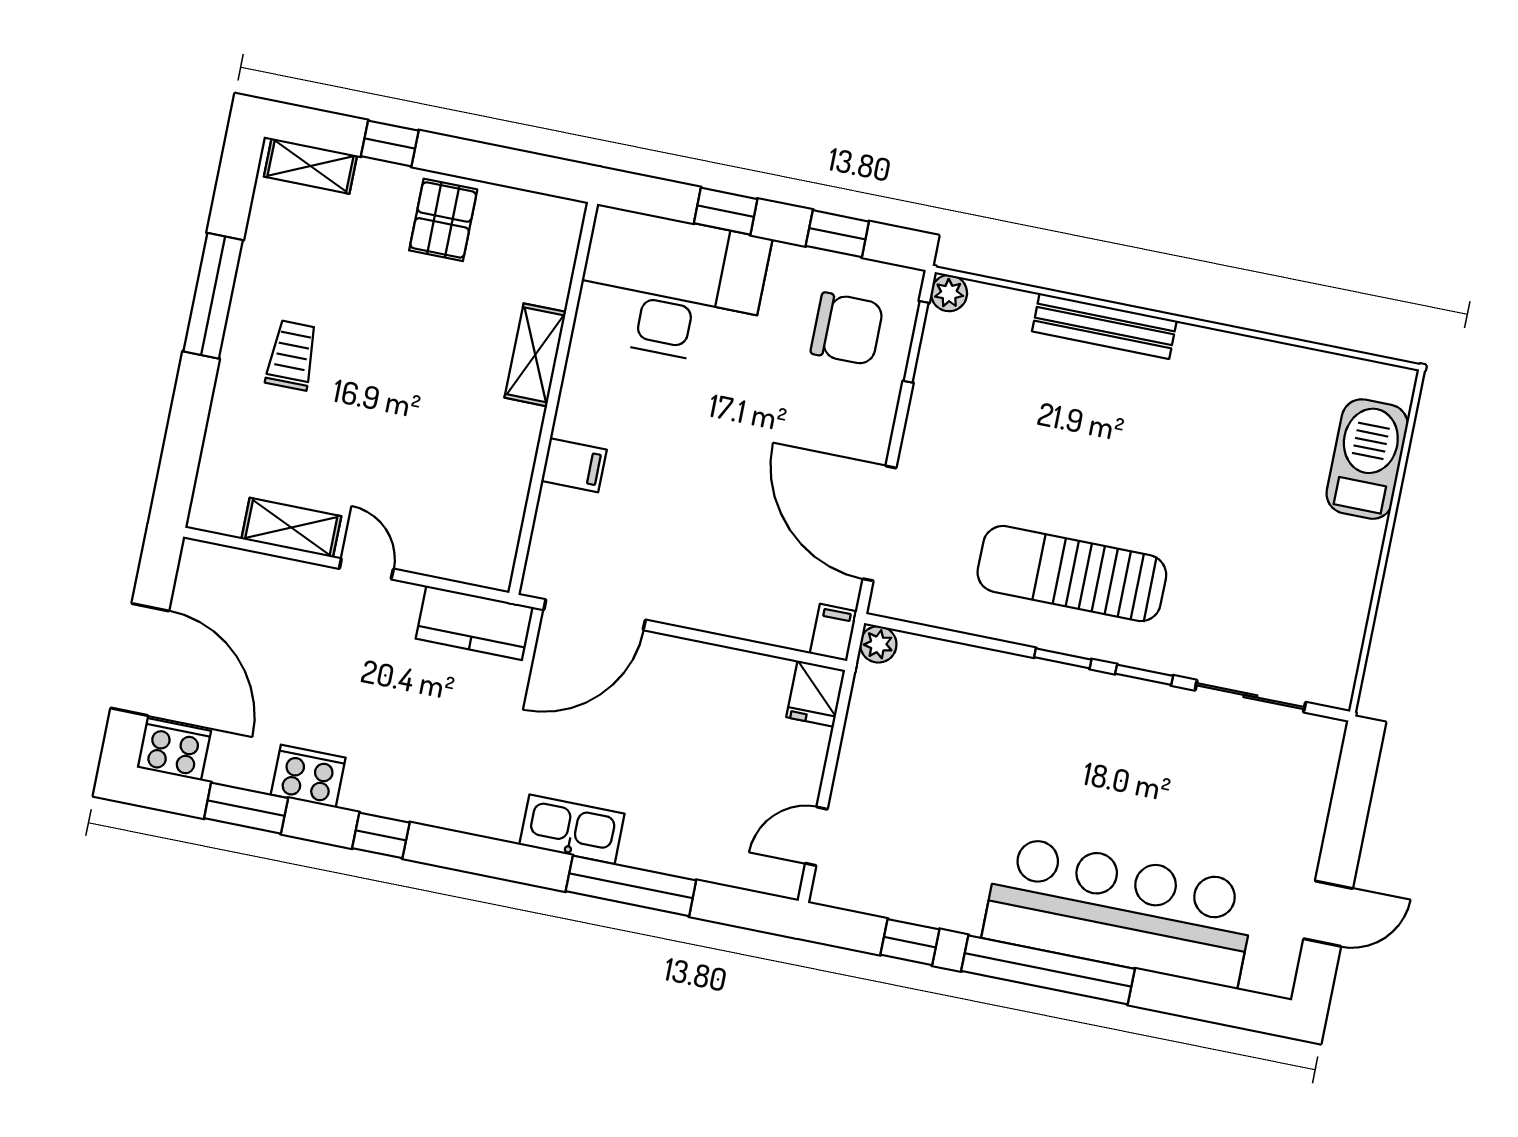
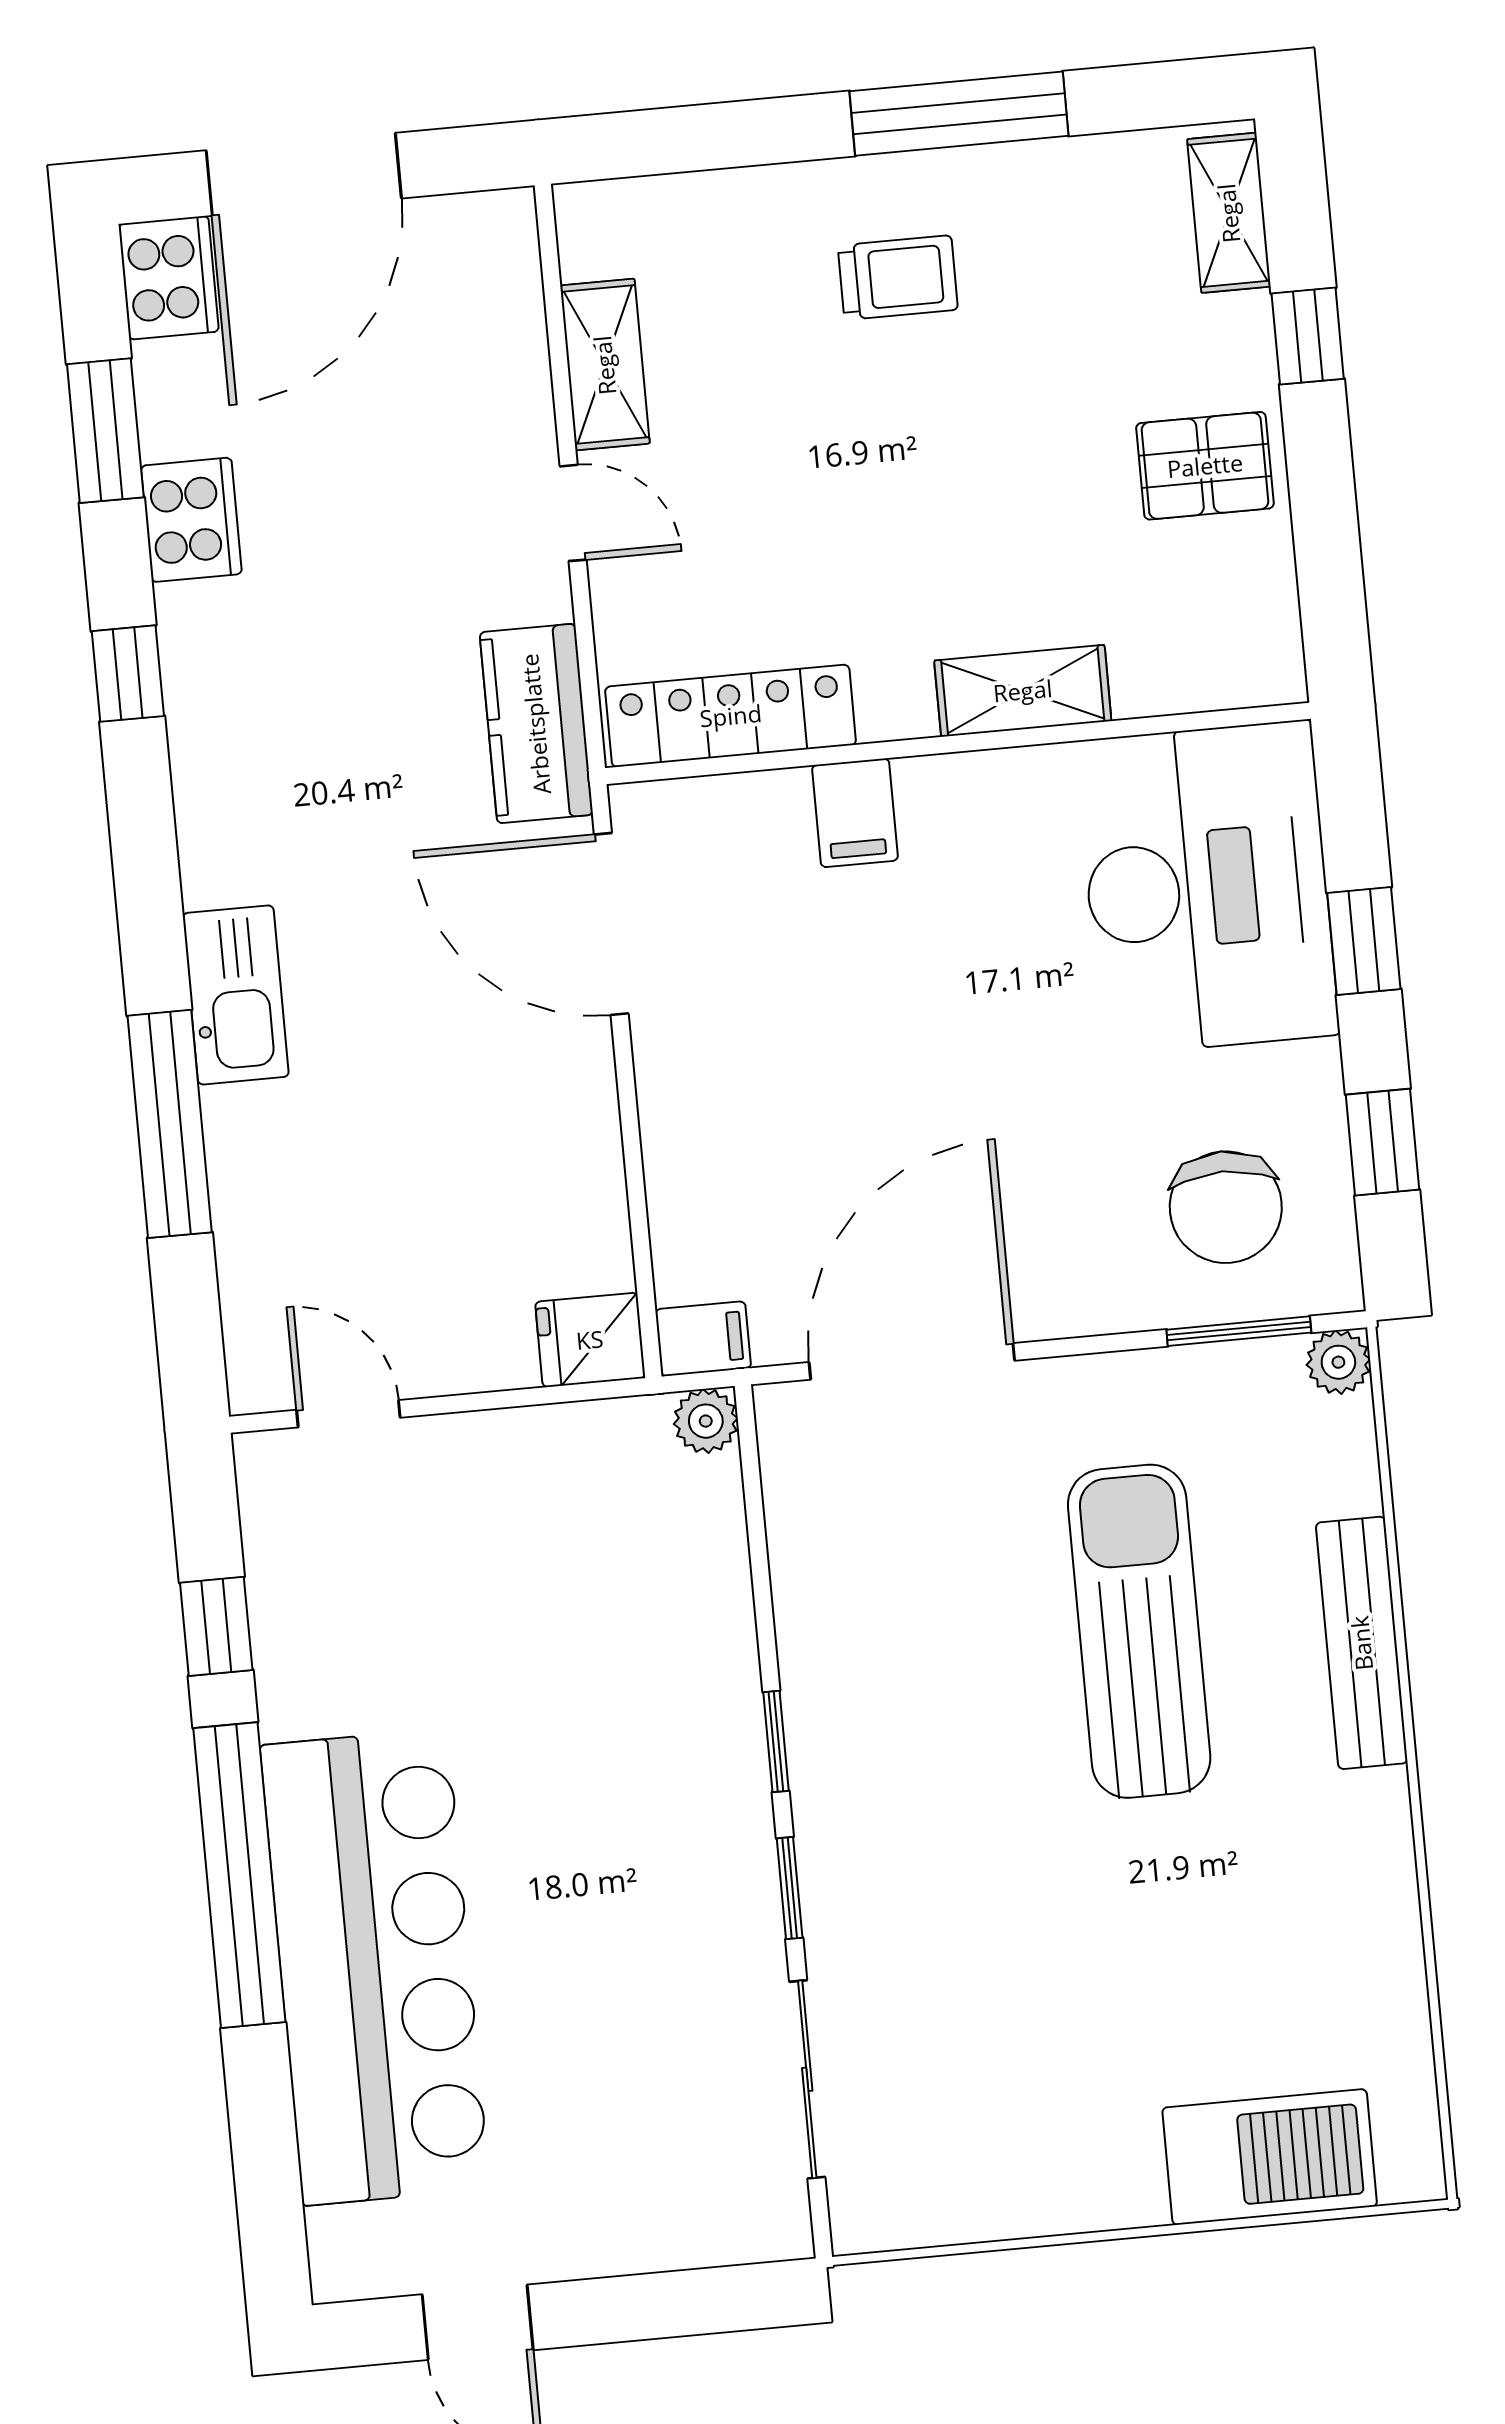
locker: (501, 517) -> (731, 716), added
door: (366, 569) -> (573, 513), hinge flipped
sun lounger: (1072, 574) -> (1139, 1631), moved

